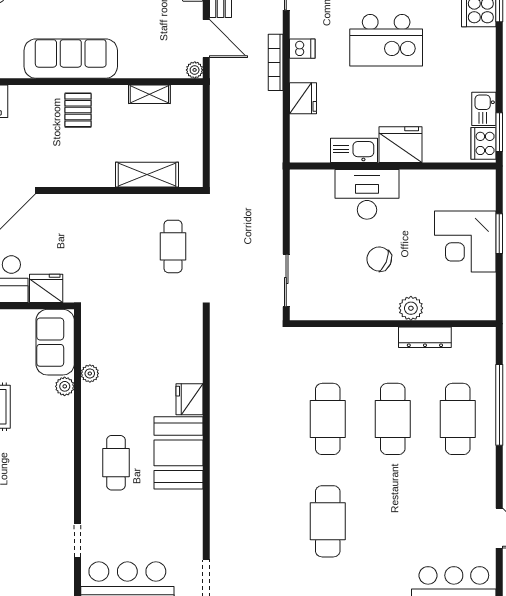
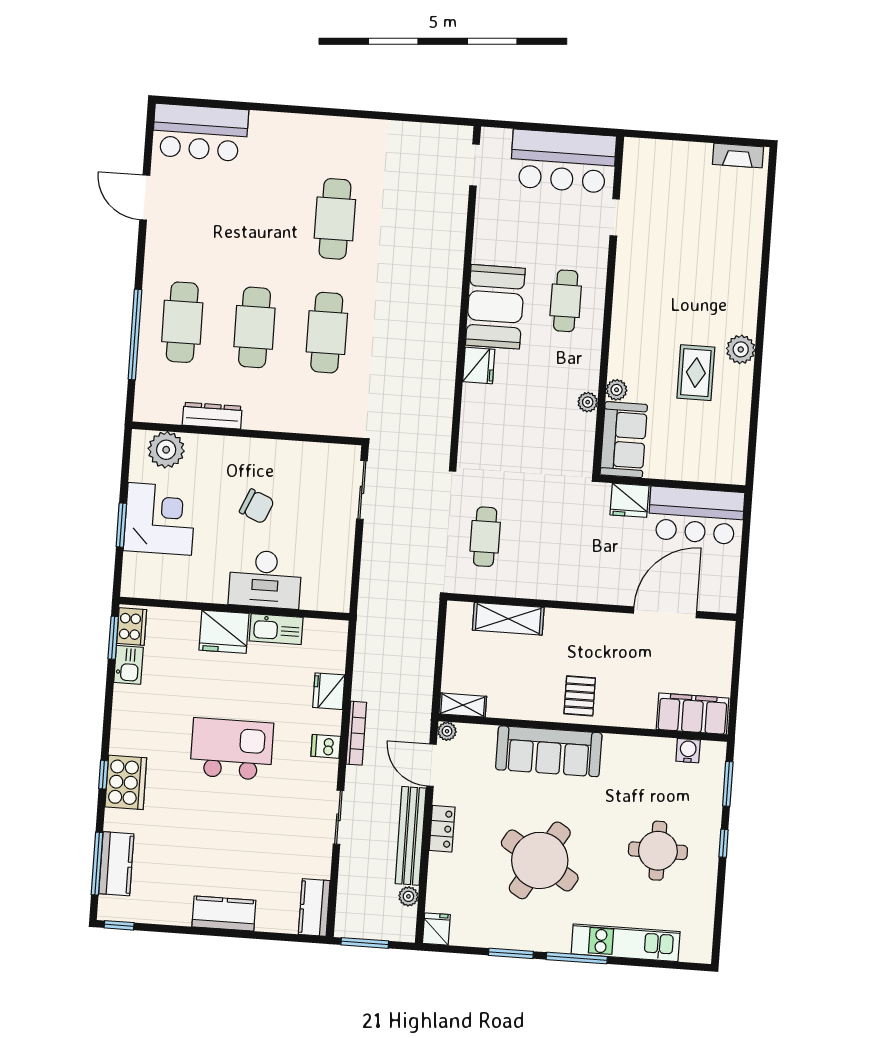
sofa: (71, 59) -> (549, 751), moved
shelving: (149, 94) -> (463, 705), moved
plant: (411, 308) -> (166, 450), moved, width x1.36, depth x1.36

